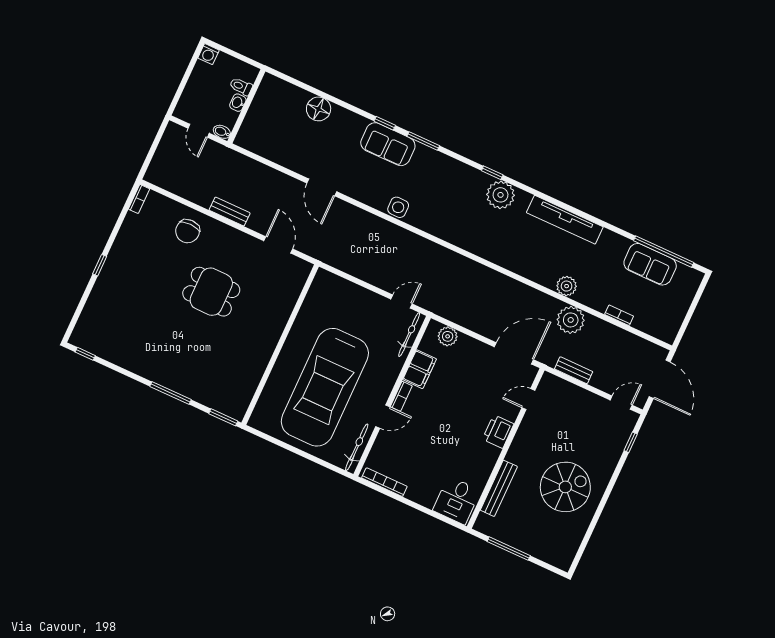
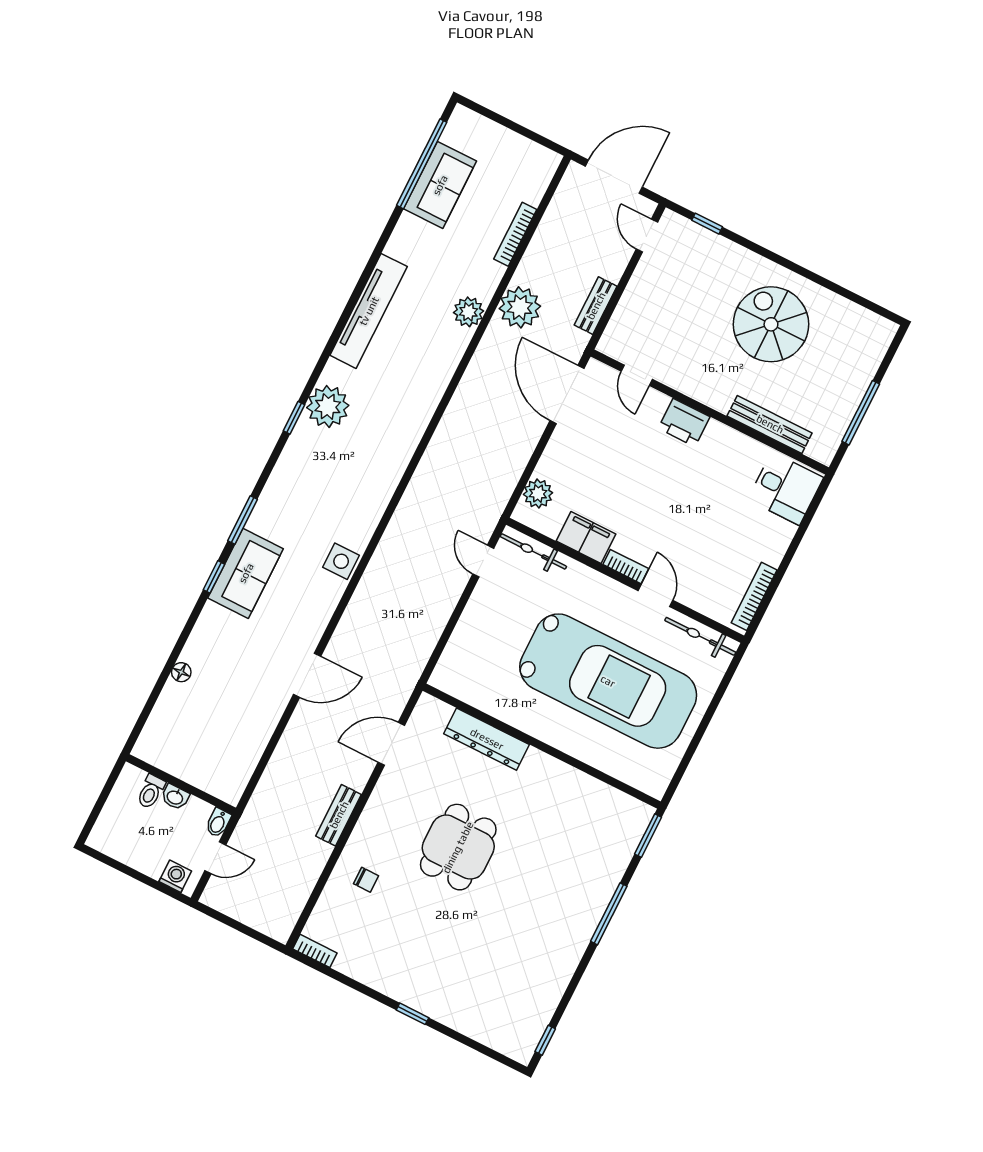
washing machine: (209, 54) -> (175, 876), moved, turned -90
floor lamp: (319, 109) -> (181, 672), width x0.53, depth x0.53
chair: (187, 231) -> (366, 880), width x0.54, depth x0.54
dresser: (284, 308) -> (487, 739), added
bookcase: (619, 315) -> (515, 234), width x1.56

